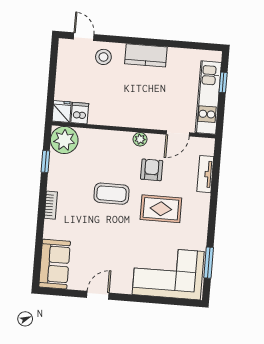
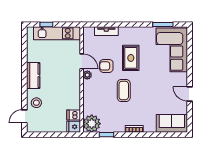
door: (178, 133) -> (82, 61), moved

